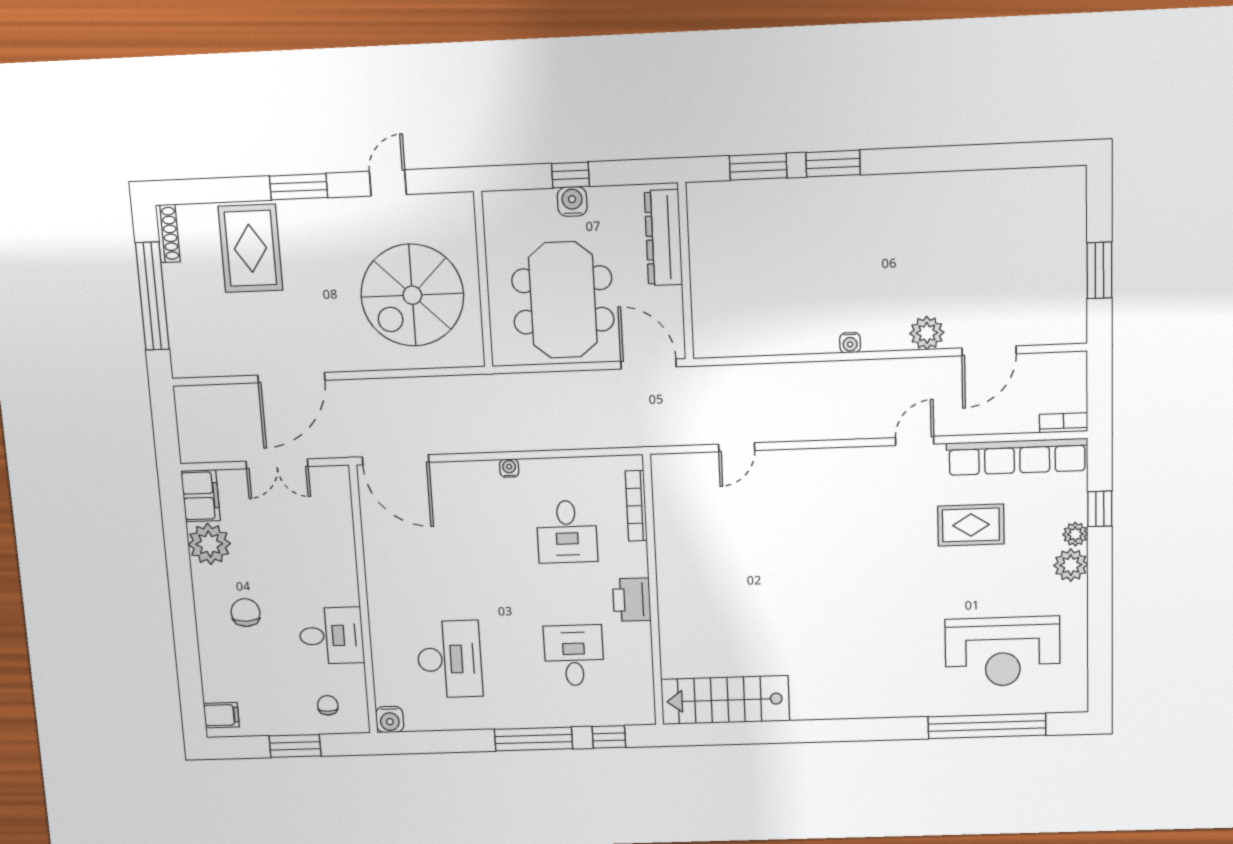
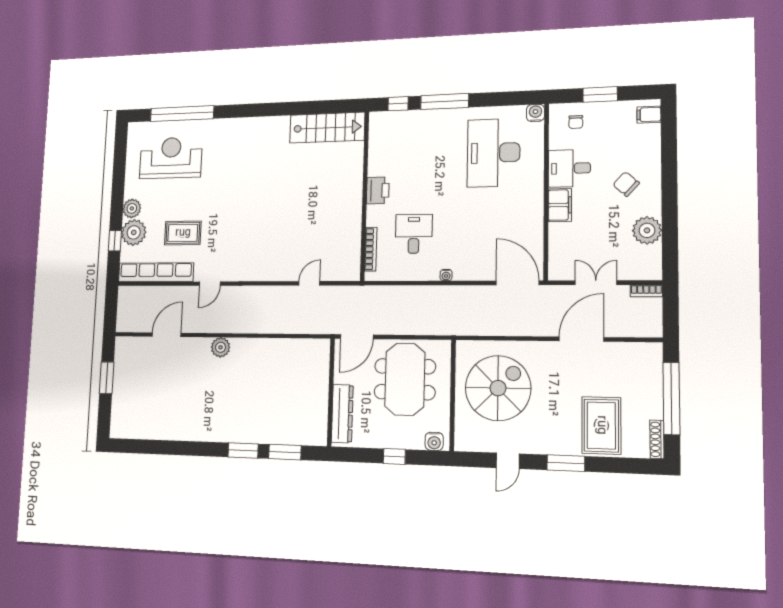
water cooler: (572, 202) -> (434, 441), moved
plant: (927, 333) -> (221, 347), moved
water cooler: (850, 343) -> (241, 344), removed
door: (648, 364) -> (357, 337), hinge flipped
bookcase: (1064, 423) -> (646, 291), moved
filing cabinet: (201, 496) -> (560, 205), moved, turned 180
plant: (1075, 534) -> (134, 232), width x1.88, depth x1.88
chair: (246, 613) -> (626, 184), turned 132
desk: (574, 655) -> (415, 155), removed
desk: (450, 659) -> (494, 153), width x1.36, depth x1.30

